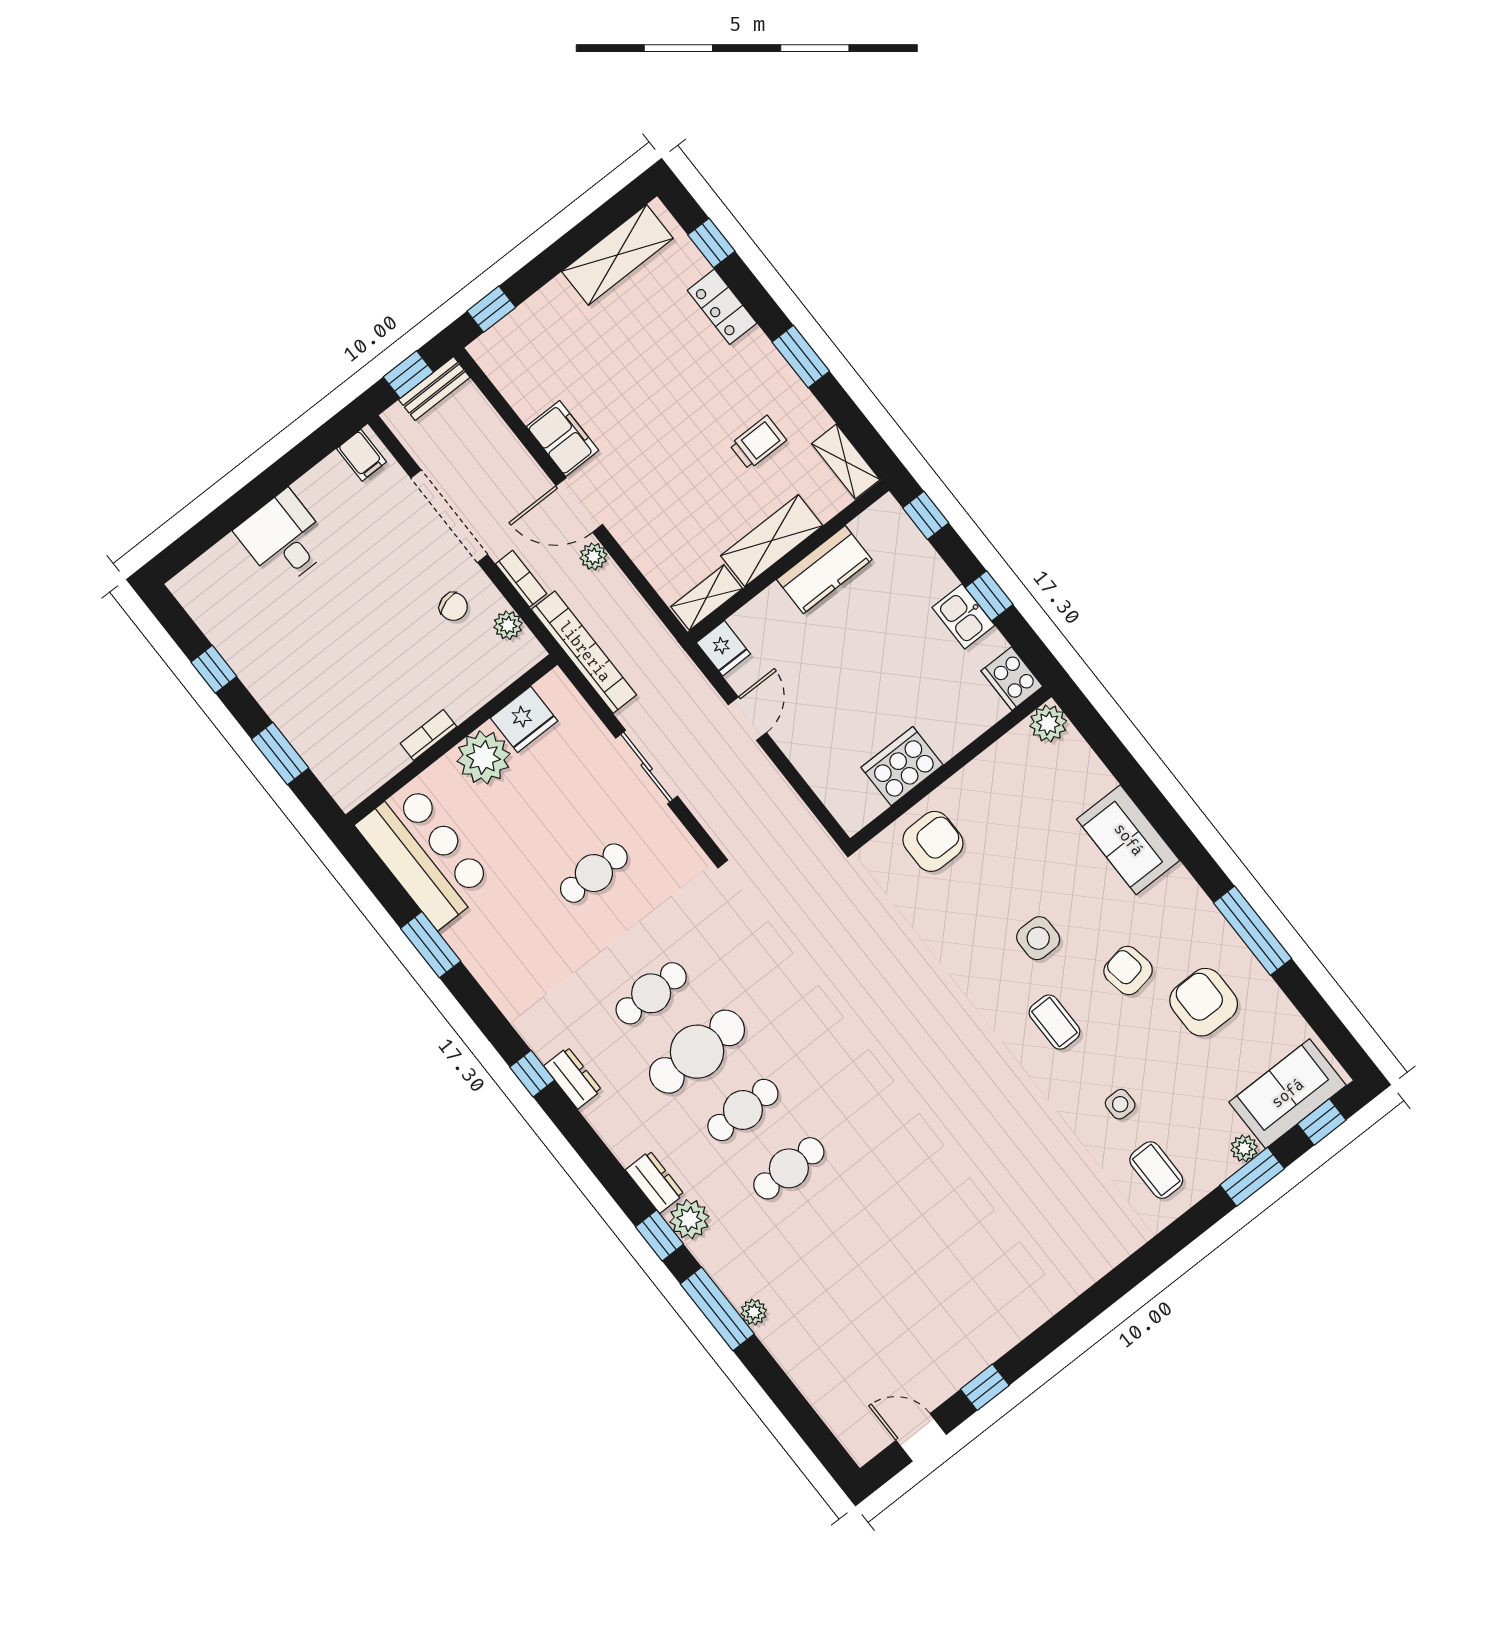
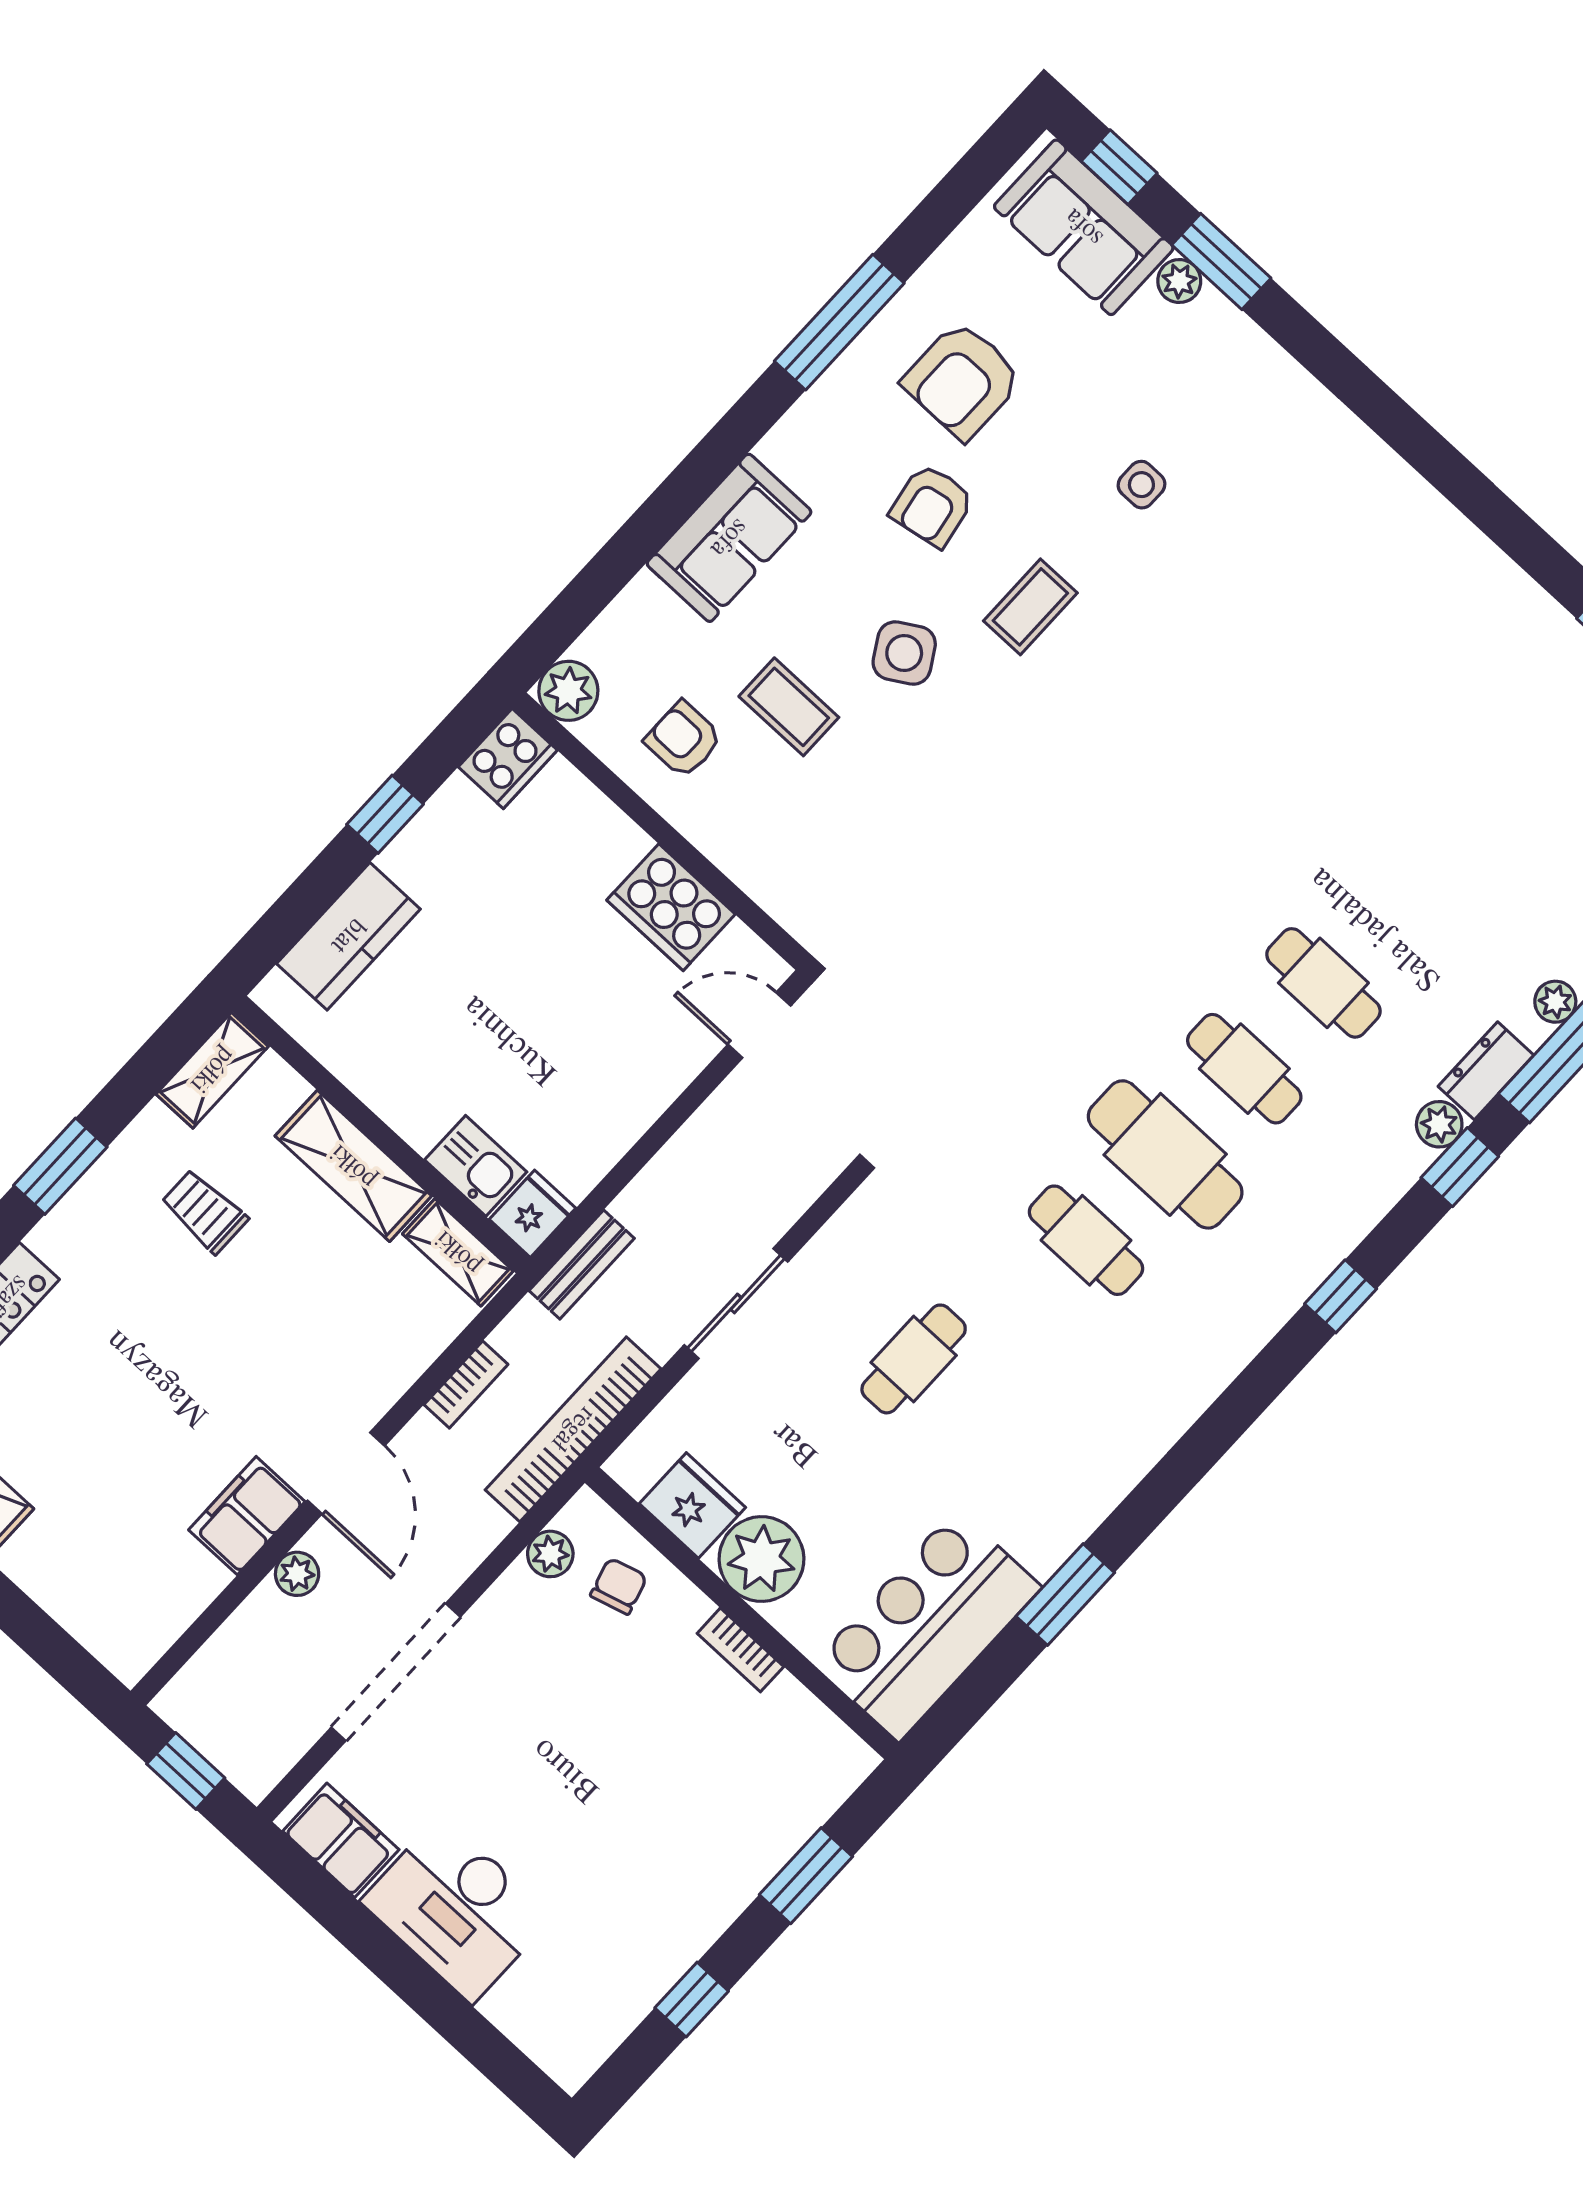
window: (491, 309) -> (64, 1658), removed
bench: (434, 388) -> (582, 1264), moved, turned 90
filing cabinet: (361, 455) -> (341, 1840), width x2.00
window: (926, 515) -> (276, 933), removed
desk: (284, 539) -> (457, 1909), width x1.37
plant: (593, 556) -> (297, 1574), moved
kitchen counter: (824, 570) -> (348, 936), moved, turned 90
bookcase: (521, 579) -> (466, 1385), moved, turned 180
chair: (453, 607) -> (619, 1586), moved
kitchen sink: (963, 616) -> (476, 1166), moved, turned -90
door: (747, 719) -> (759, 1025), moved
armchair: (933, 841) -> (683, 739), moved, width x0.72, depth x0.72
cafe table: (594, 873) -> (914, 1359), turned 90
side table: (1038, 938) -> (904, 653), turned -31
window: (532, 1074) -> (1341, 1296), moved
dresser: (573, 1078) -> (1237, 1341), removed
coffee table: (1156, 1170) -> (789, 707), moved, turned 90
dresser: (655, 1182) -> (1486, 1071), moved
plant: (689, 1219) -> (1439, 1124), width x0.73, depth x0.73

